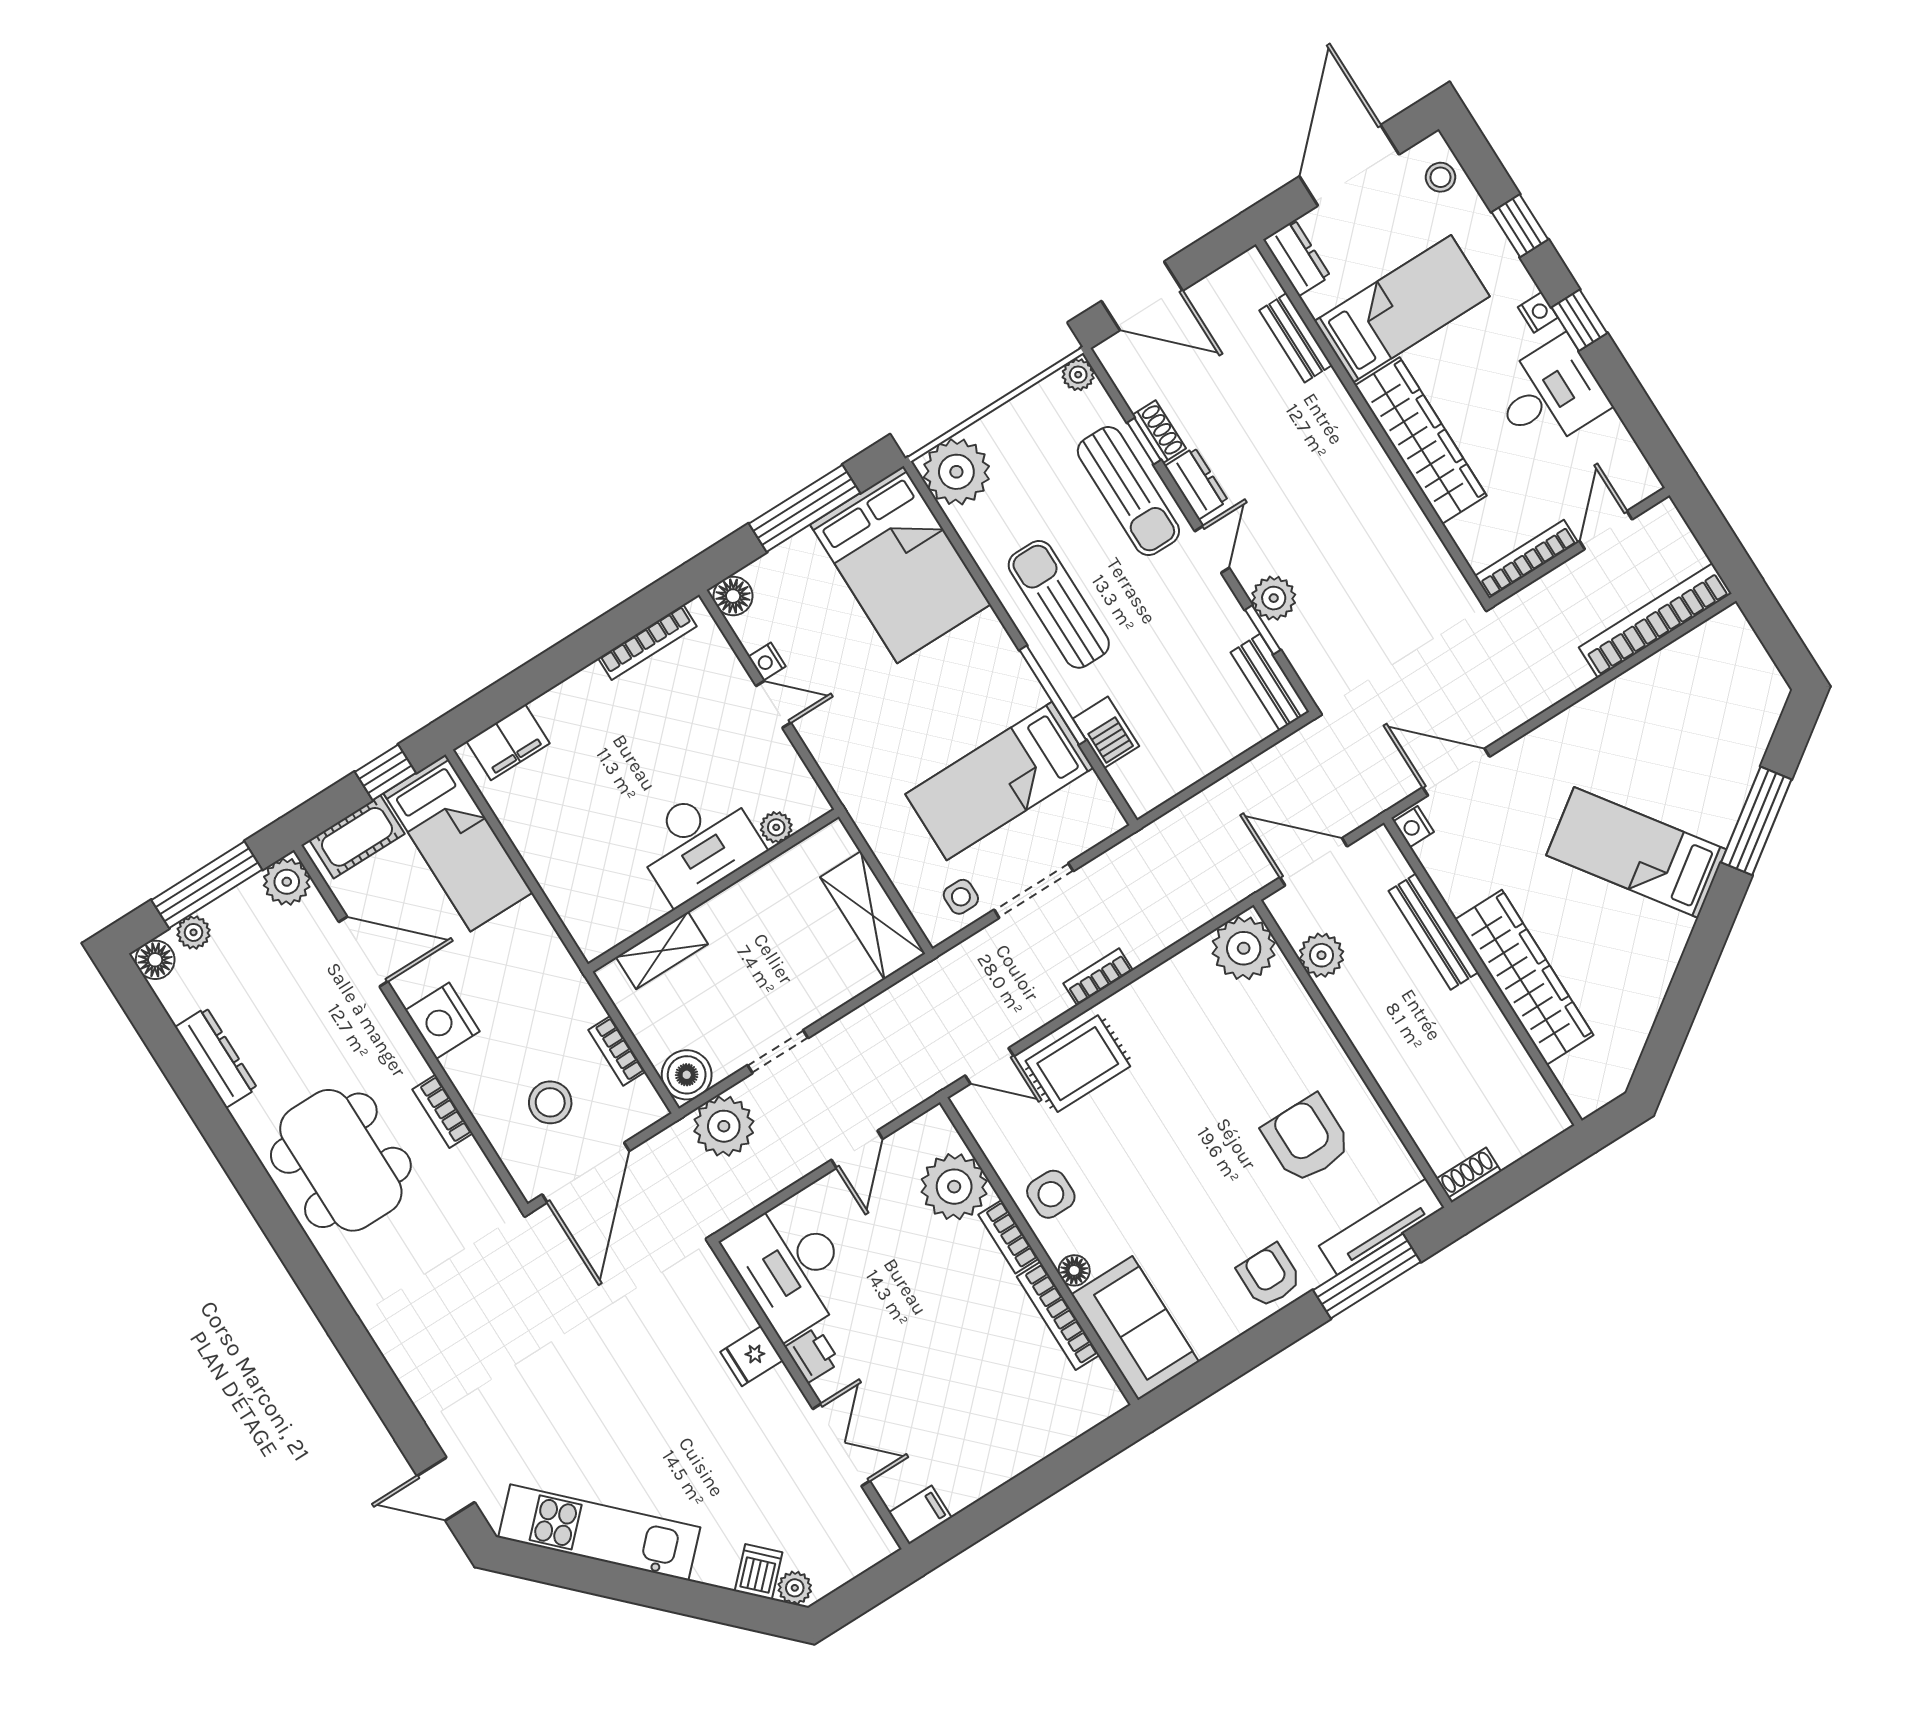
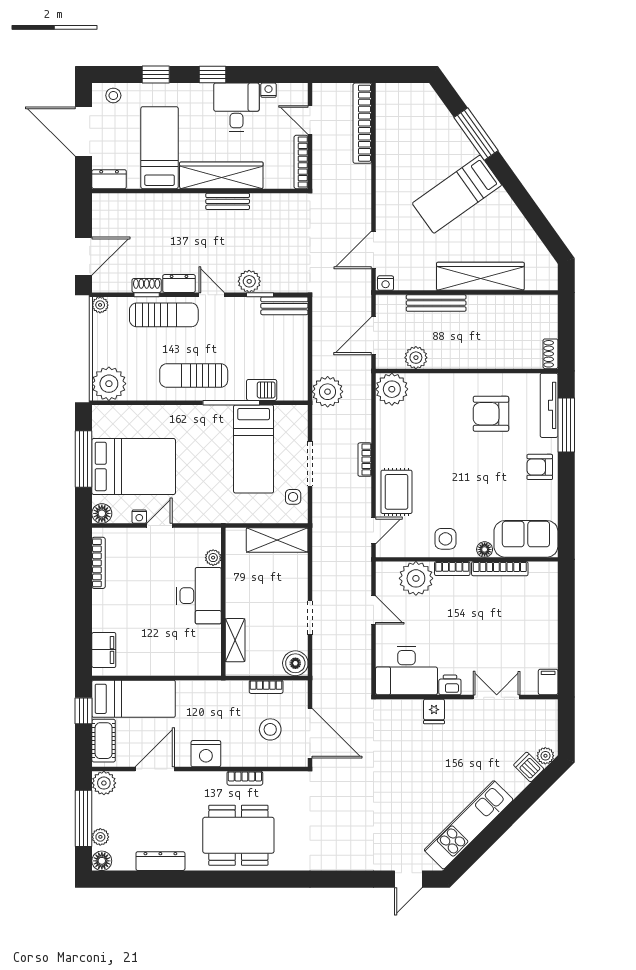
nightstand: (1538, 312) -> (268, 90), moved
bench: (1296, 338) -> (228, 201), moved
bed: (900, 564) -> (134, 466), moved
plant: (724, 1126) -> (328, 392), moved

